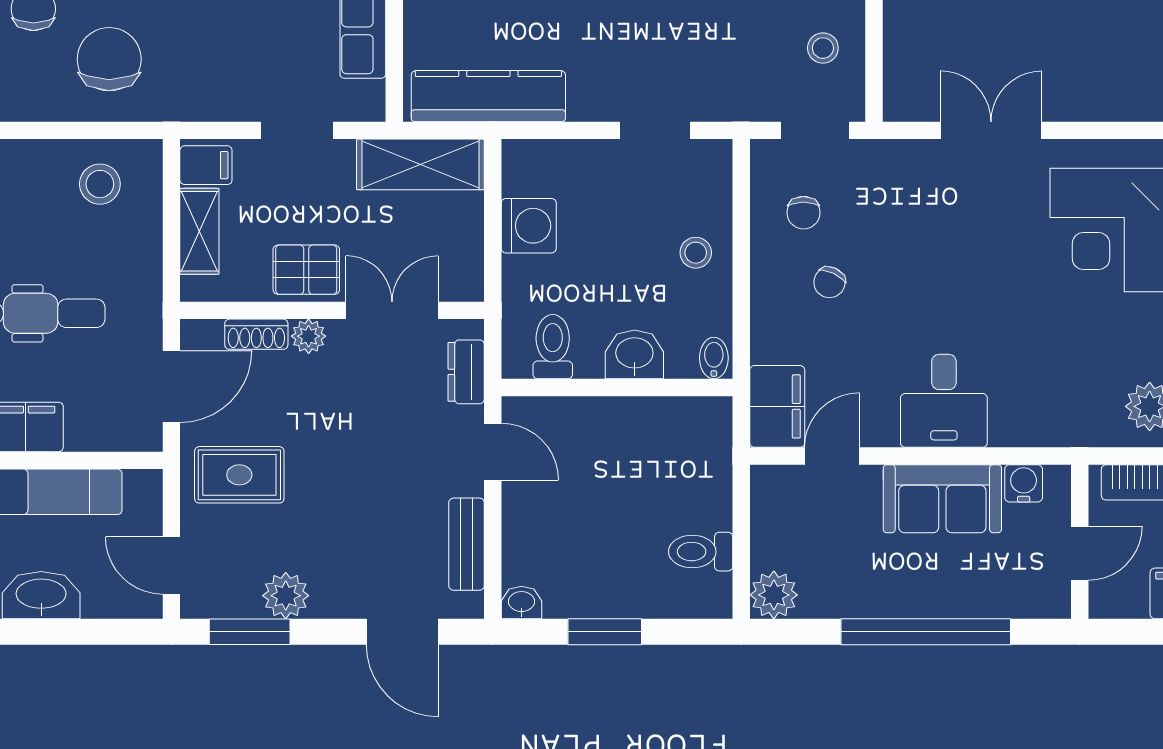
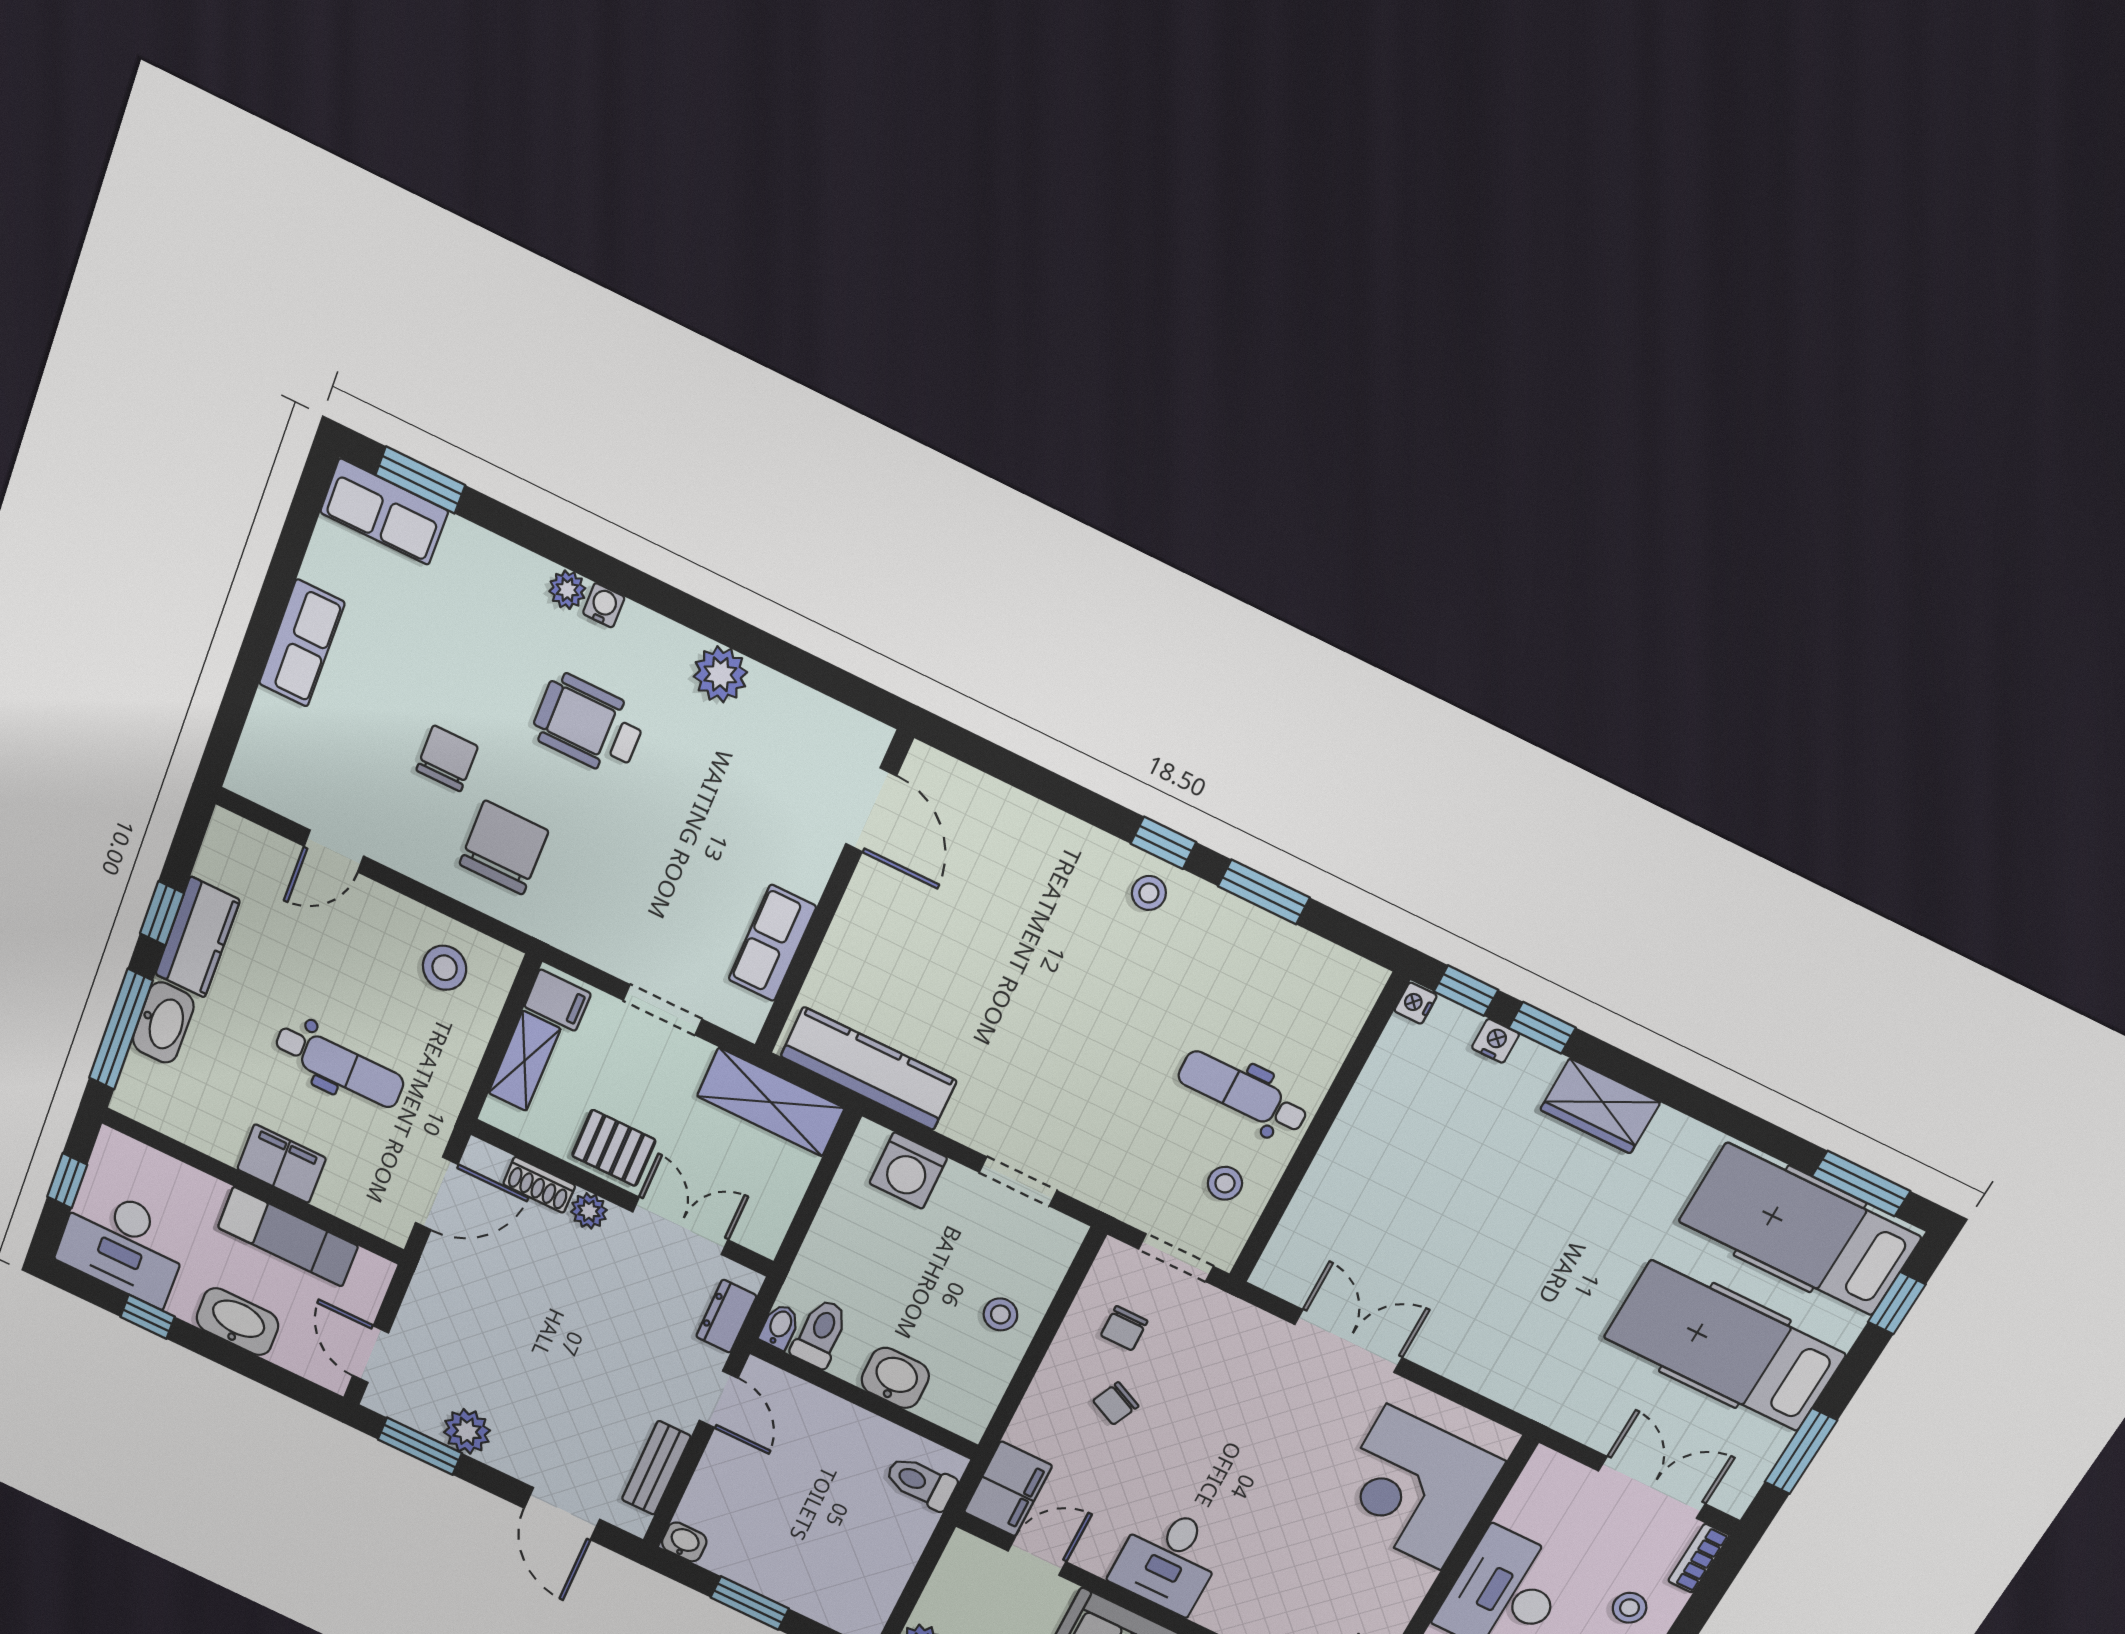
washing machine: (529, 226) -> (908, 1171), moved, turned 90
bidet: (714, 358) -> (780, 1327), moved
rug: (239, 475) -> (468, 1305), removed
toilet: (701, 552) -> (921, 1483), moved

